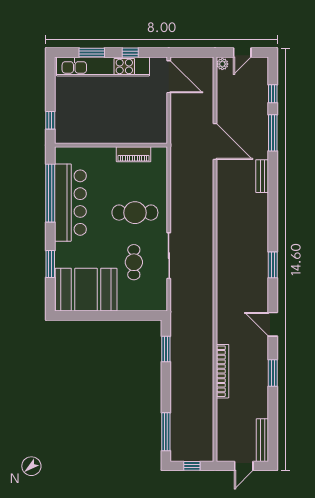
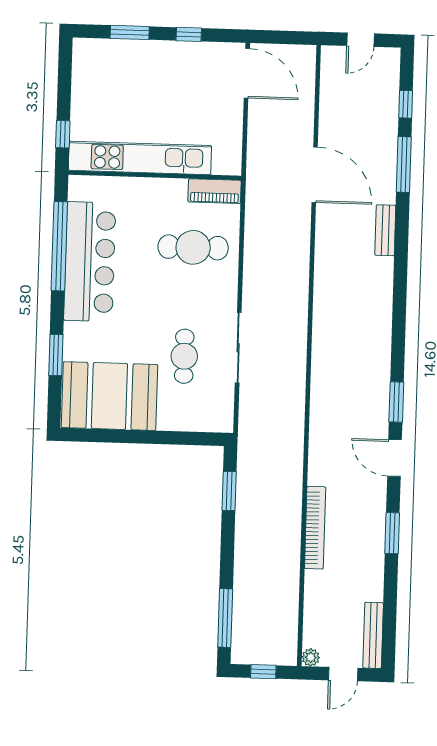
plant: (222, 64) -> (311, 657), moved
kitchen unit: (103, 66) -> (140, 158), moved, turned 180
piano: (134, 154) -> (215, 191), moved
cafe table: (135, 213) -> (193, 247), moved
window: (273, 265) -> (396, 402), moved

